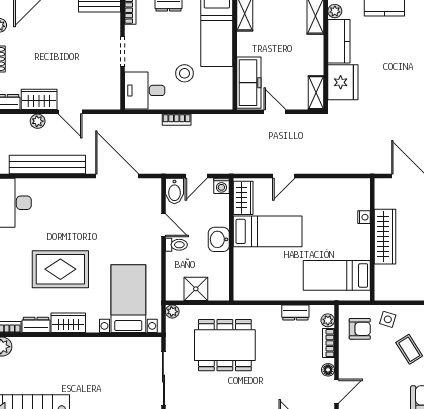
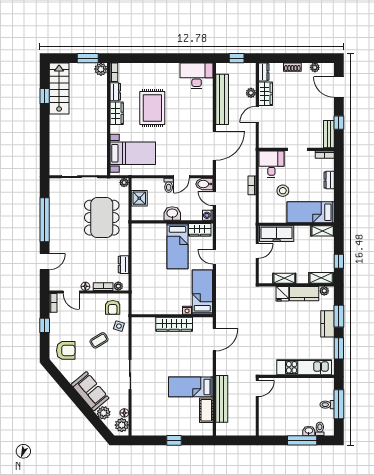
fridge: (343, 82) -> (282, 294), width x0.53, depth x0.75
shelving: (316, 93) -> (284, 278), moved
bed: (337, 275) -> (202, 292), moved

